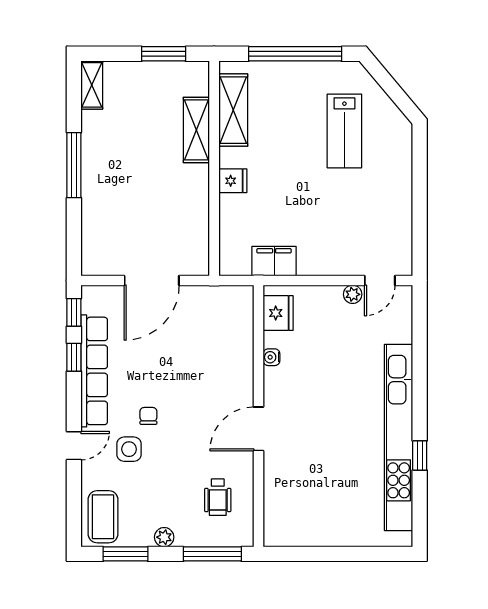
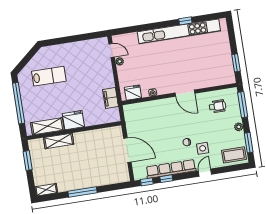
fridge: (233, 181) -> (73, 120), width x1.88, depth x1.34
door: (74, 446) -> (205, 173), hinge flipped
window: (308, 554) -> (236, 63), added

